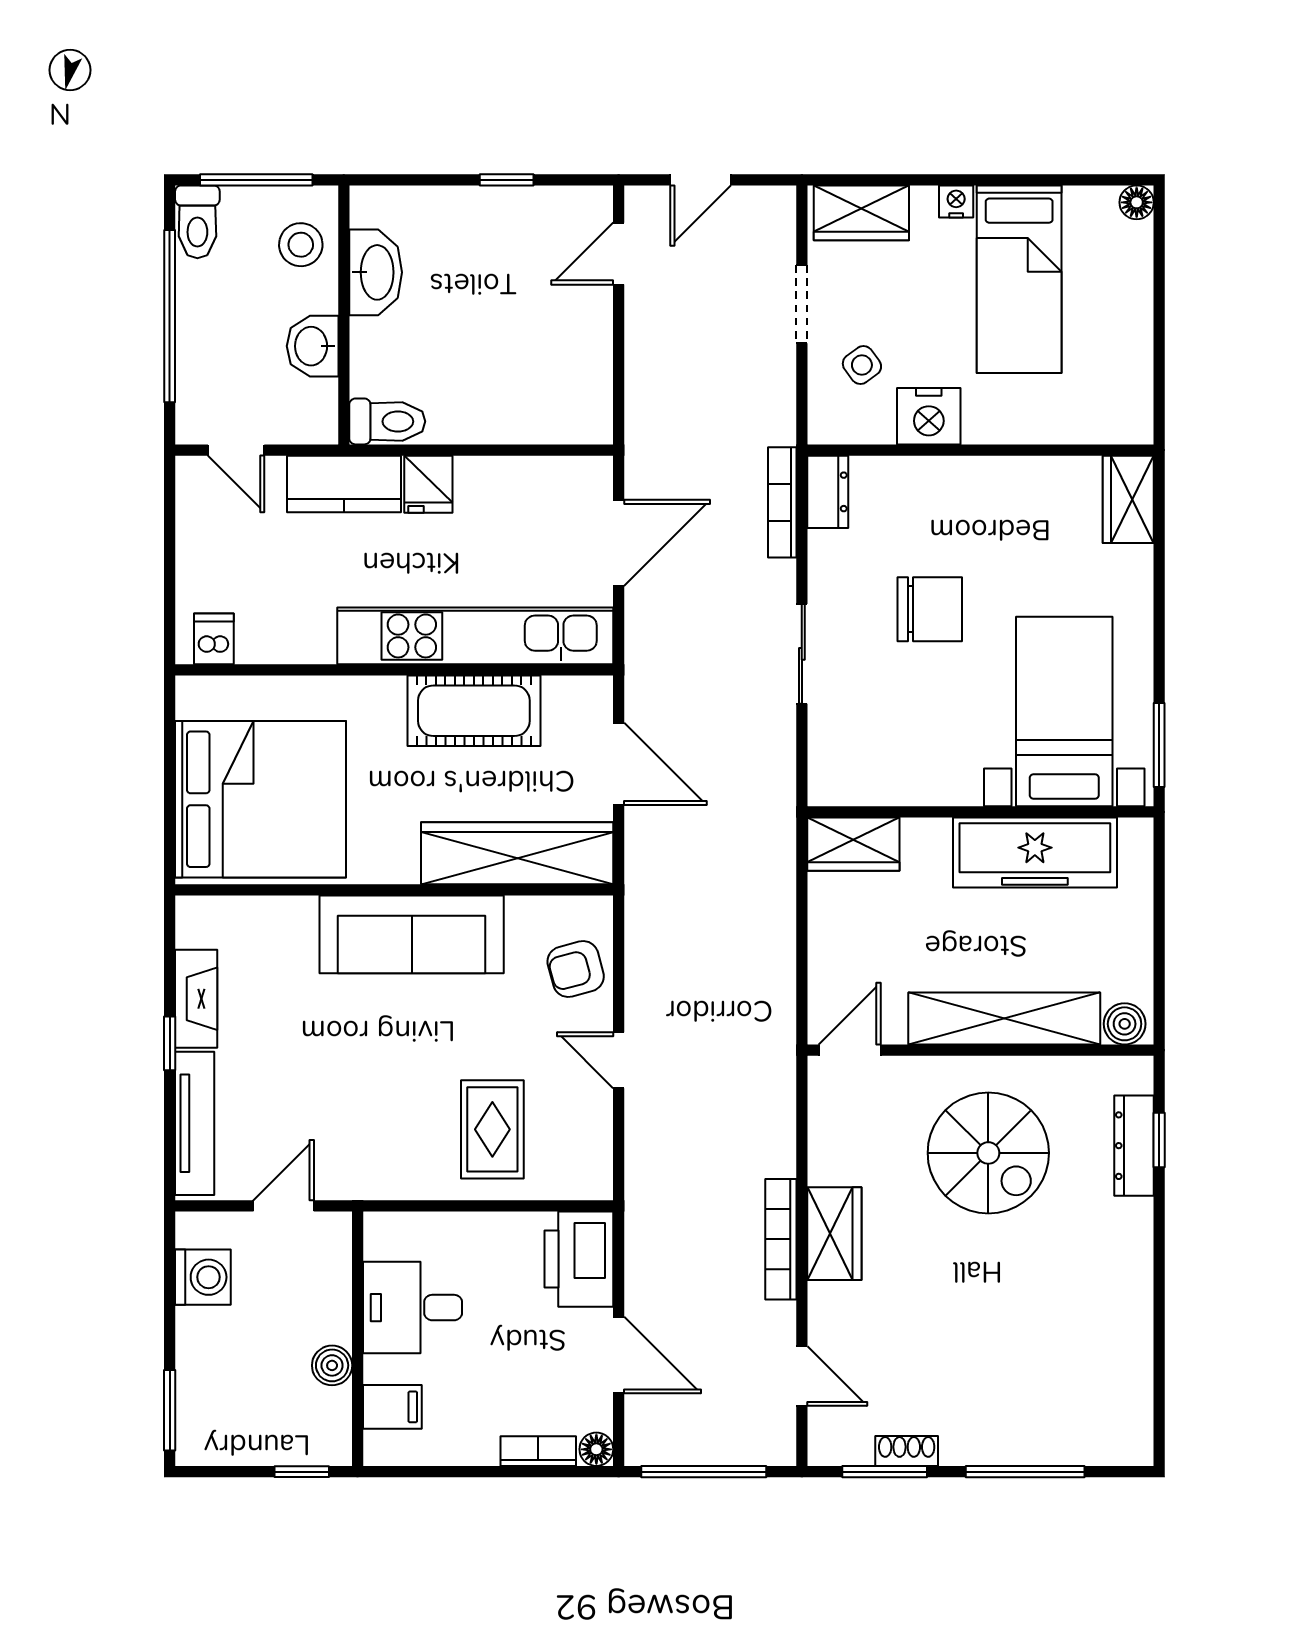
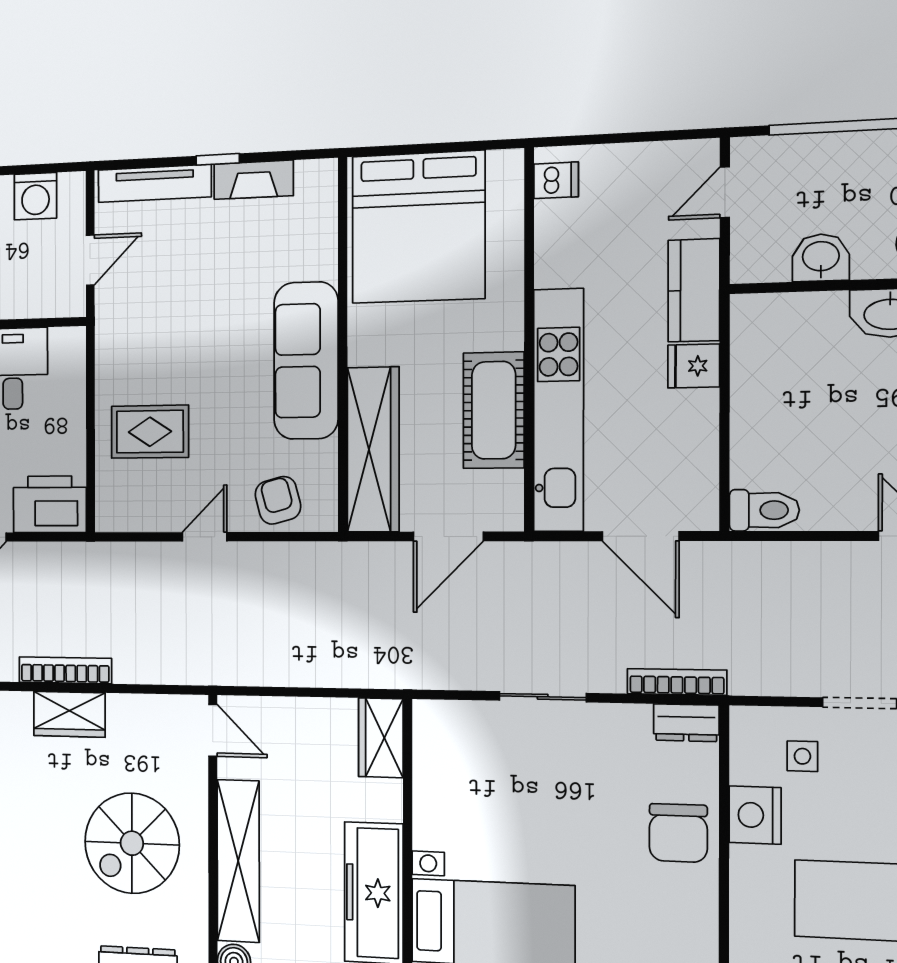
side table: (862, 365) -> (802, 756), turned 36
toilet: (387, 421) -> (764, 510), moved, turned -90
chair: (930, 609) -> (678, 833), moved
door: (284, 1206) -> (90, 260), hinge flipped

